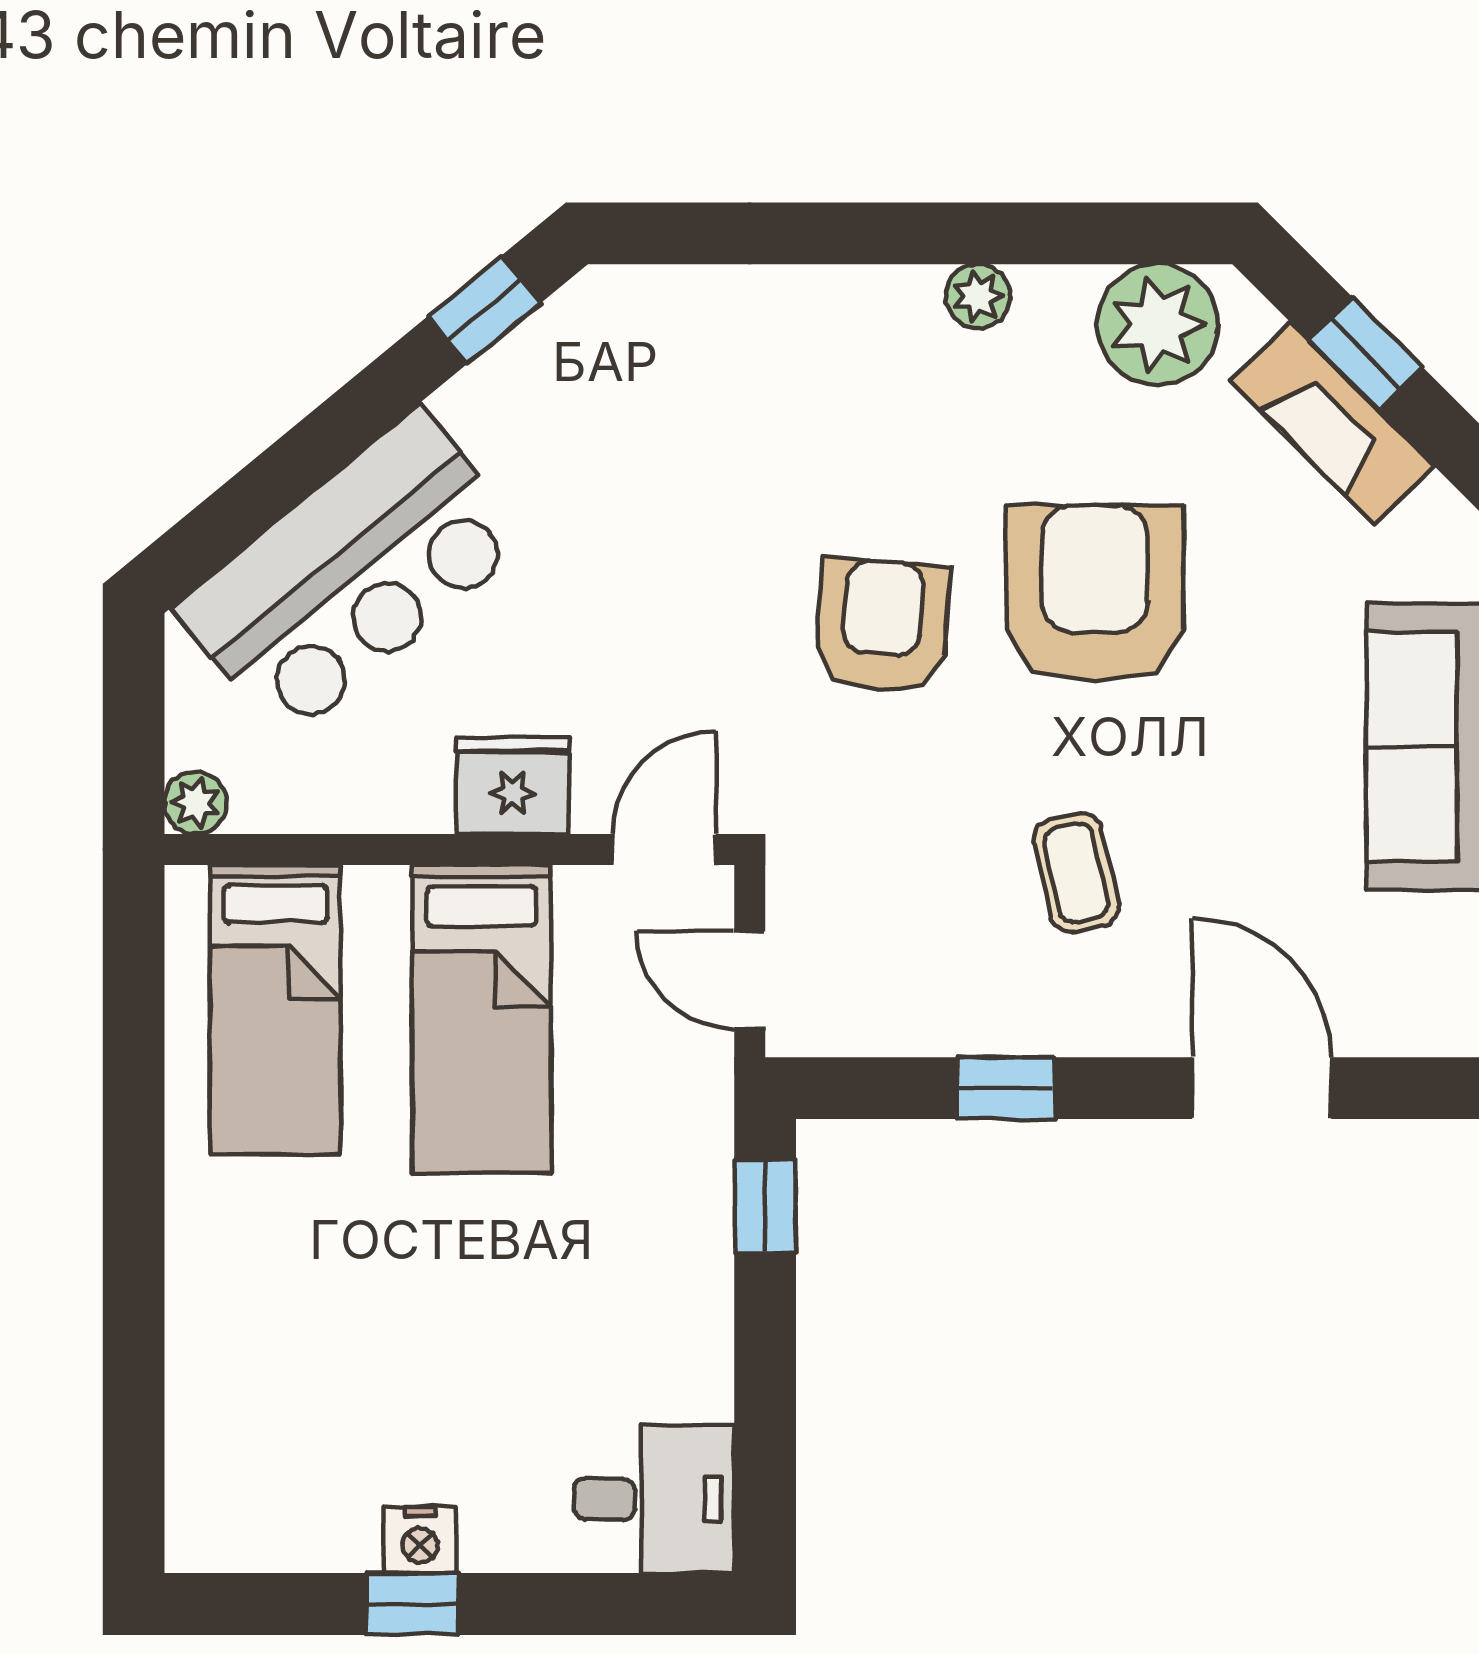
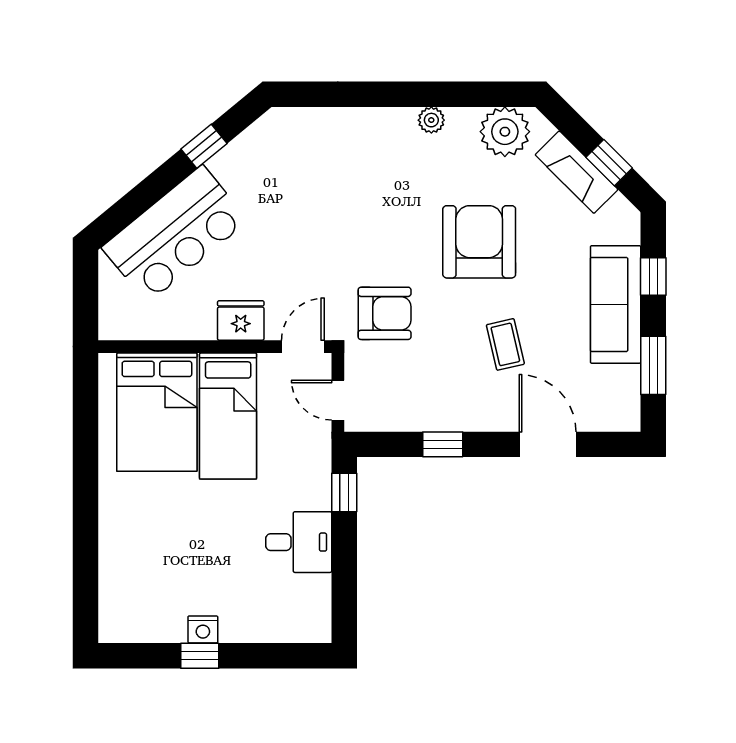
window: (484, 310) -> (204, 146), moved
window: (1365, 353) -> (609, 163), moved
armchair: (882, 626) -> (385, 313), moved, turned 86
plant: (196, 803) -> (111, 327), removed
coffee table: (1076, 873) -> (505, 344), moved
bed: (275, 1010) -> (157, 412), width x1.50
desk: (654, 1499) -> (299, 542), moved

